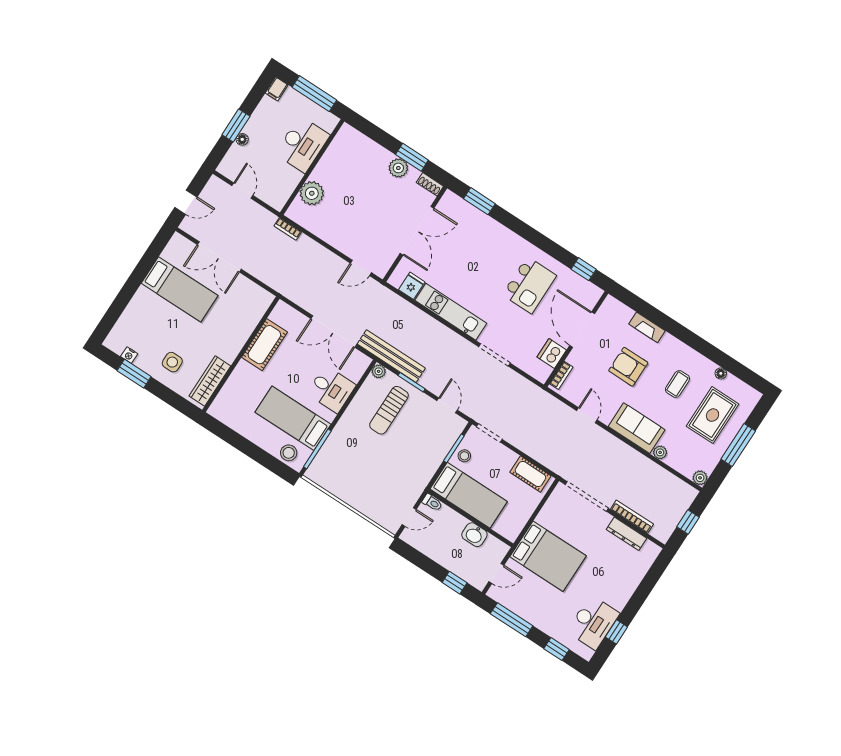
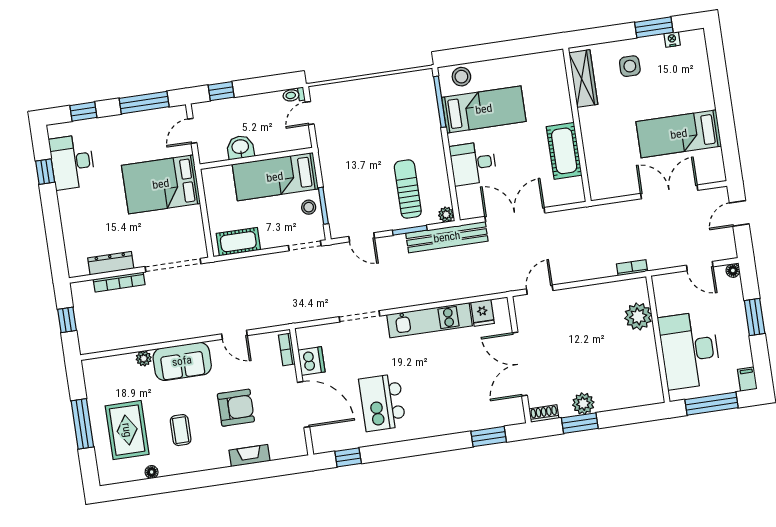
floor lamp: (242, 139) -> (733, 270), moved
desk: (302, 144) -> (690, 350), width x1.36, depth x1.30
plant: (700, 478) -> (90, 367), removed
toilet: (432, 503) -> (294, 95), moved

